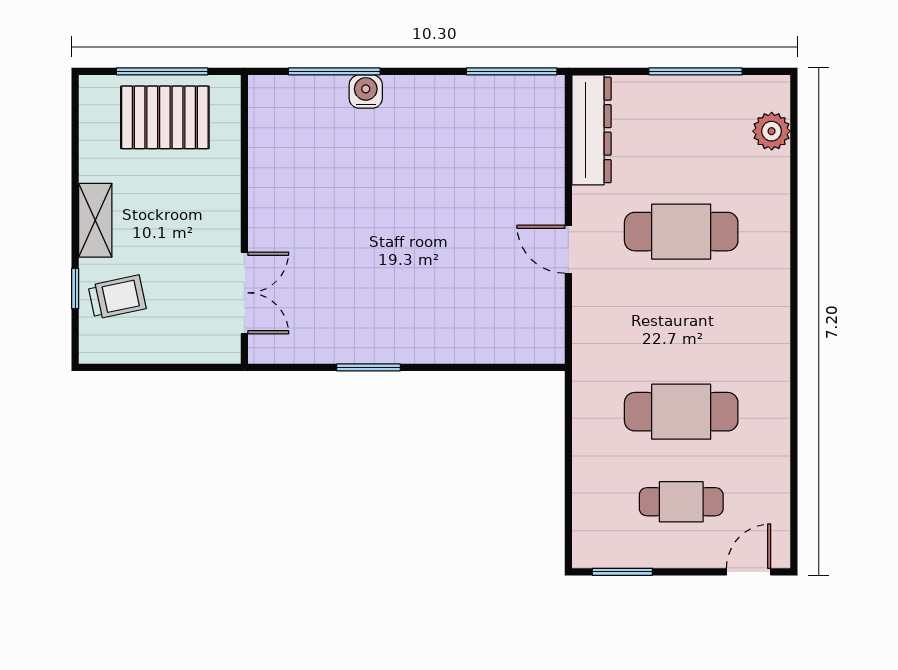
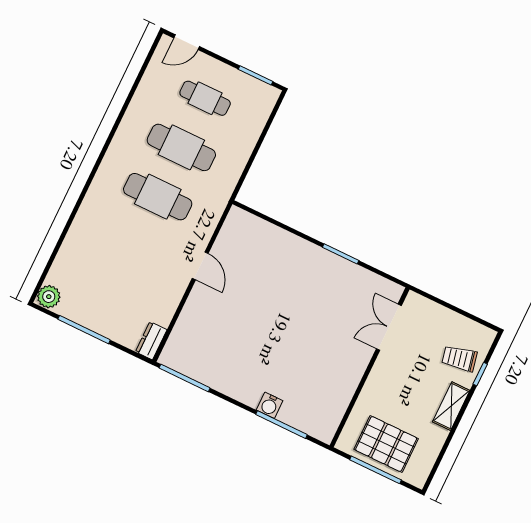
dresser: (592, 130) -> (151, 341), width x0.51, depth x0.80
plant: (772, 131) -> (49, 297), moved
cafe table: (681, 232) -> (158, 197), moved

